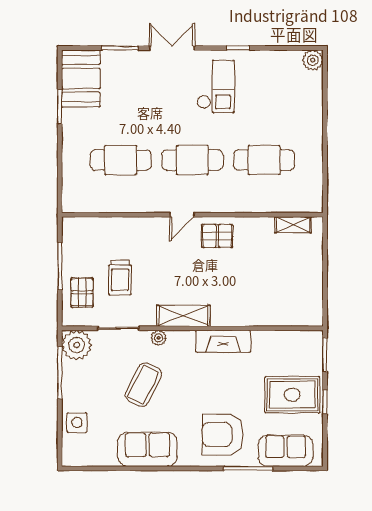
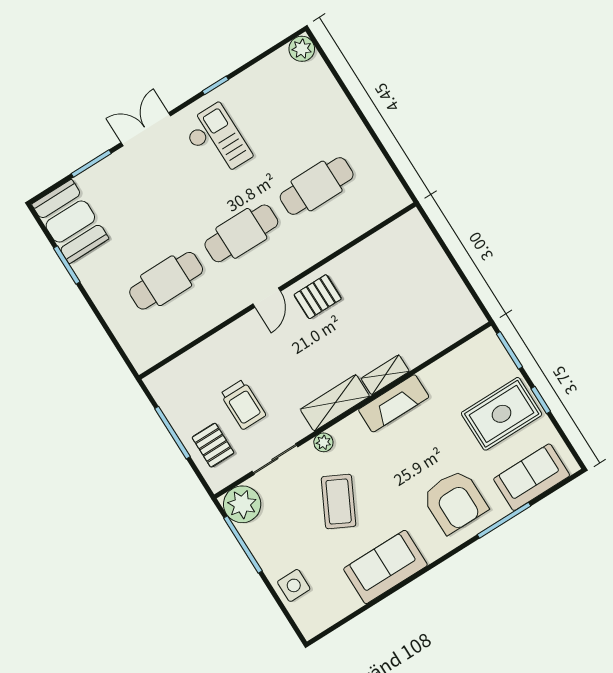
shelving: (293, 225) -> (385, 375), moved
armchair: (223, 434) -> (455, 501), turned -90

